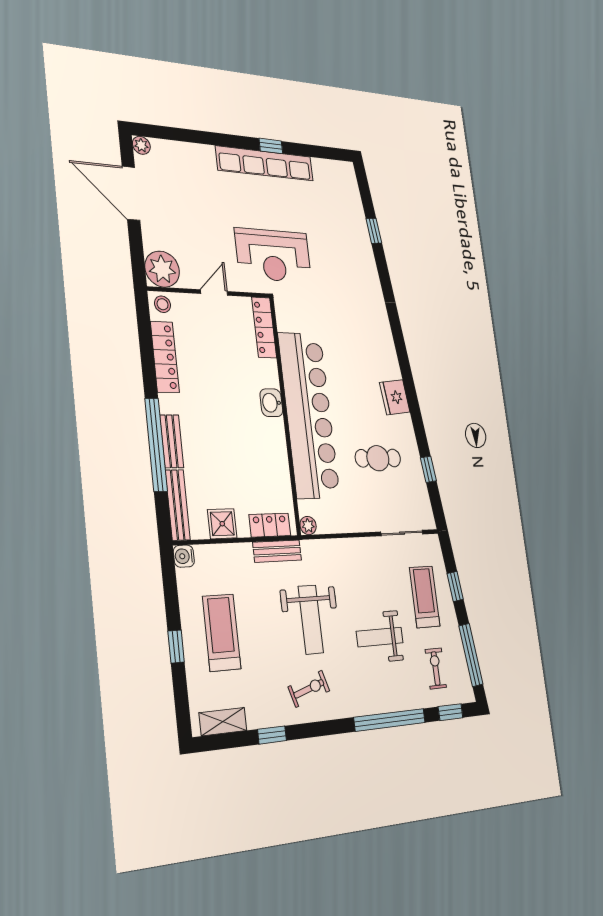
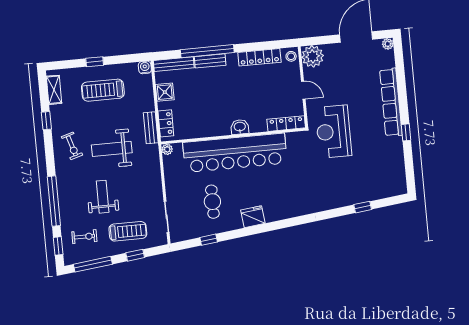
row of seats: (265, 163) -> (391, 102), moved
treadmill: (222, 633) -> (103, 90), turned 180

